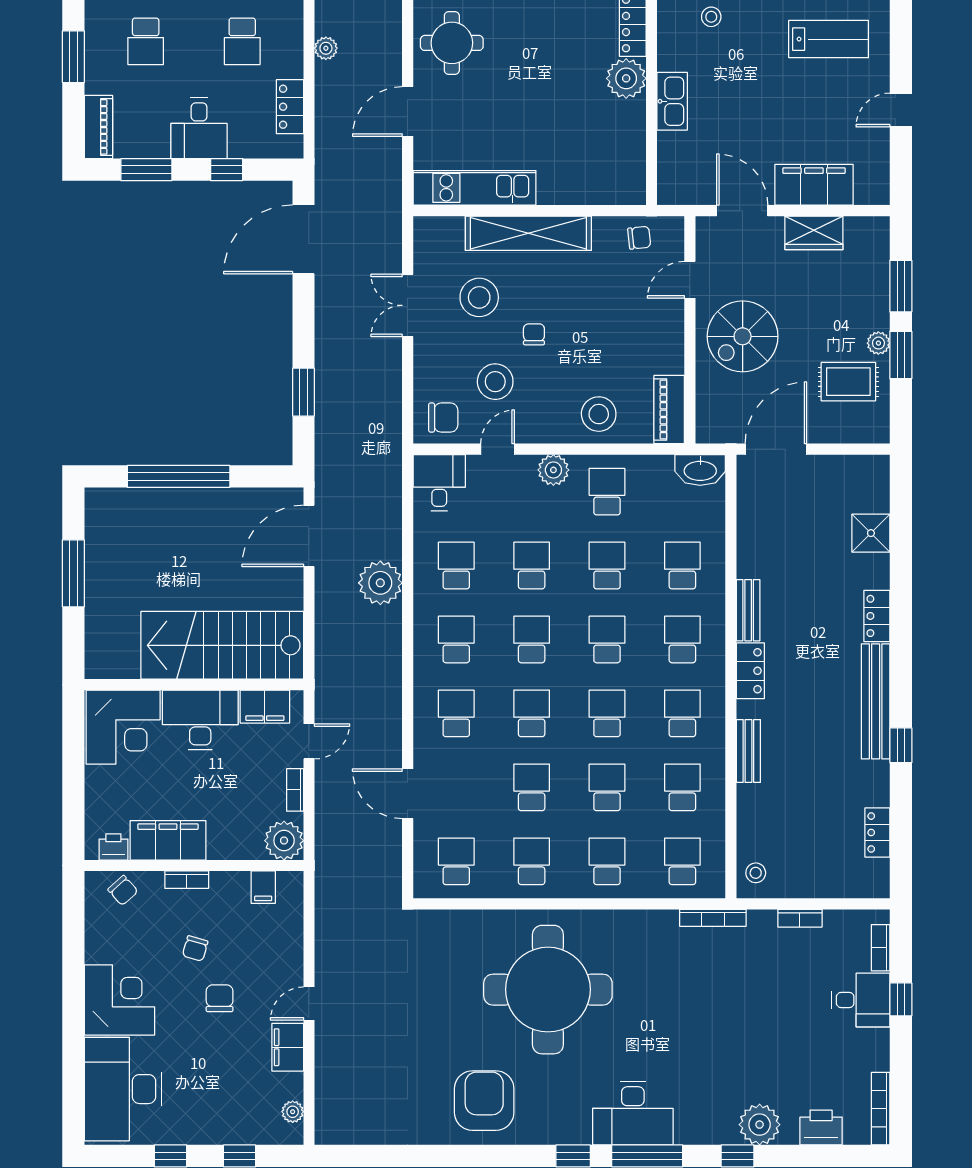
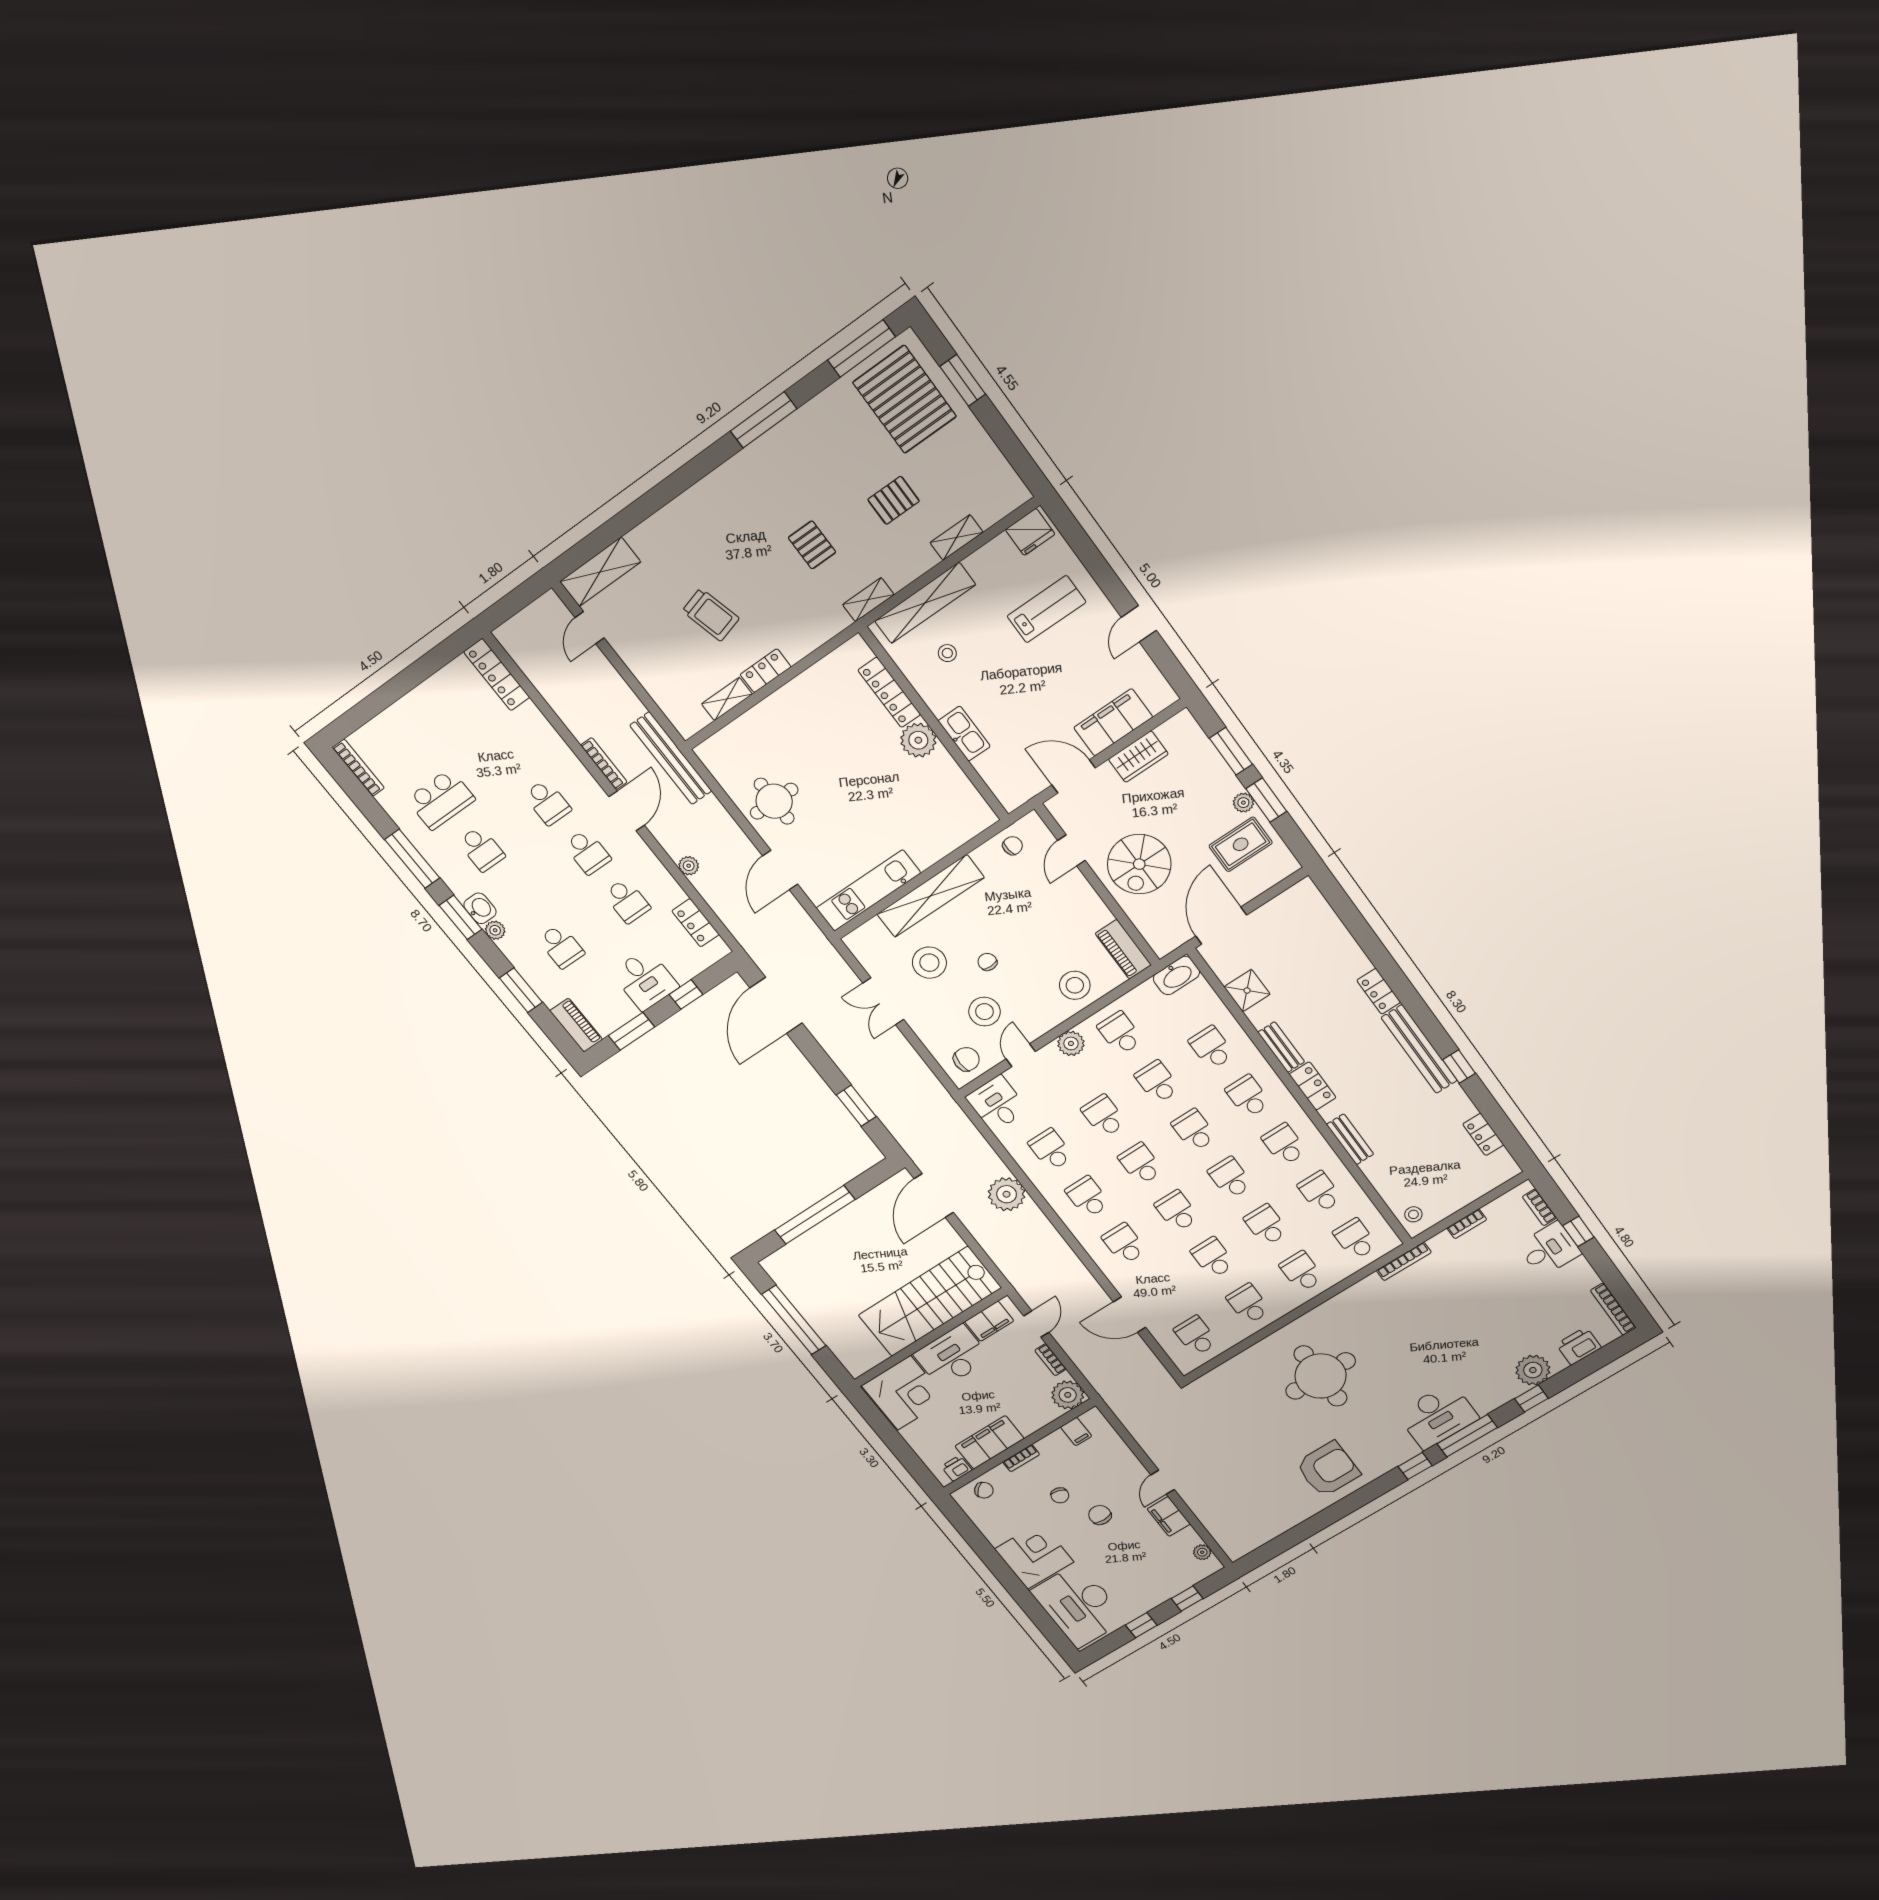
shower: (871, 533) -> (1247, 991), moved
window: (73, 573) -> (794, 1320), width x1.46
round table: (548, 990) -> (1321, 1376), width x0.73, depth x0.73
armchair: (484, 1101) -> (1328, 1469), turned 90

